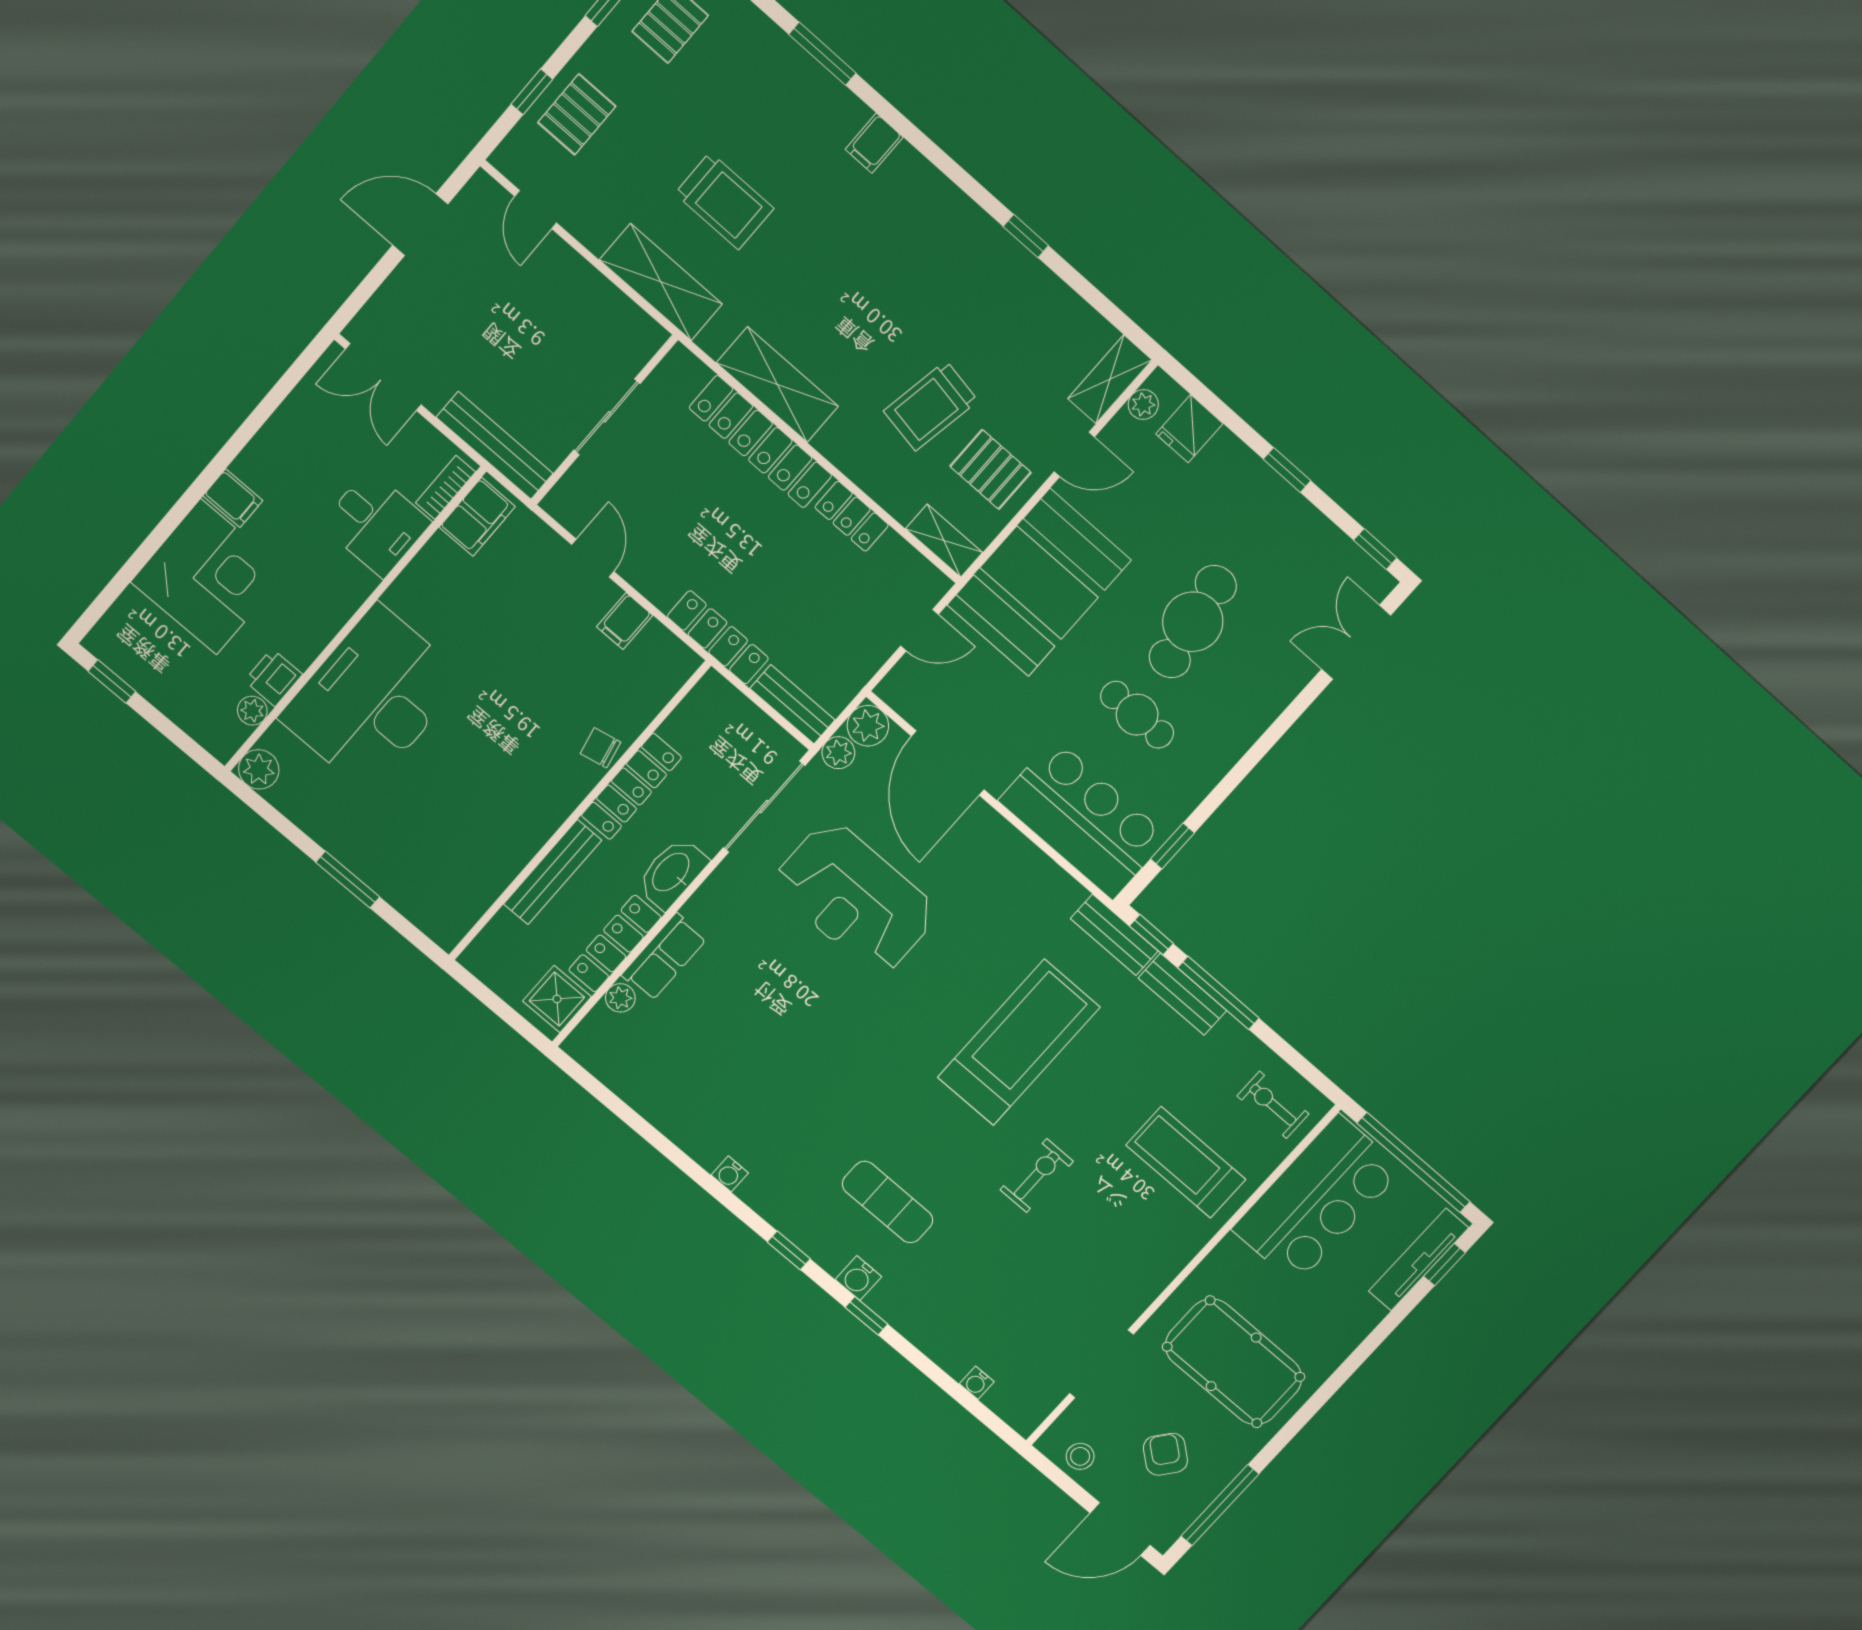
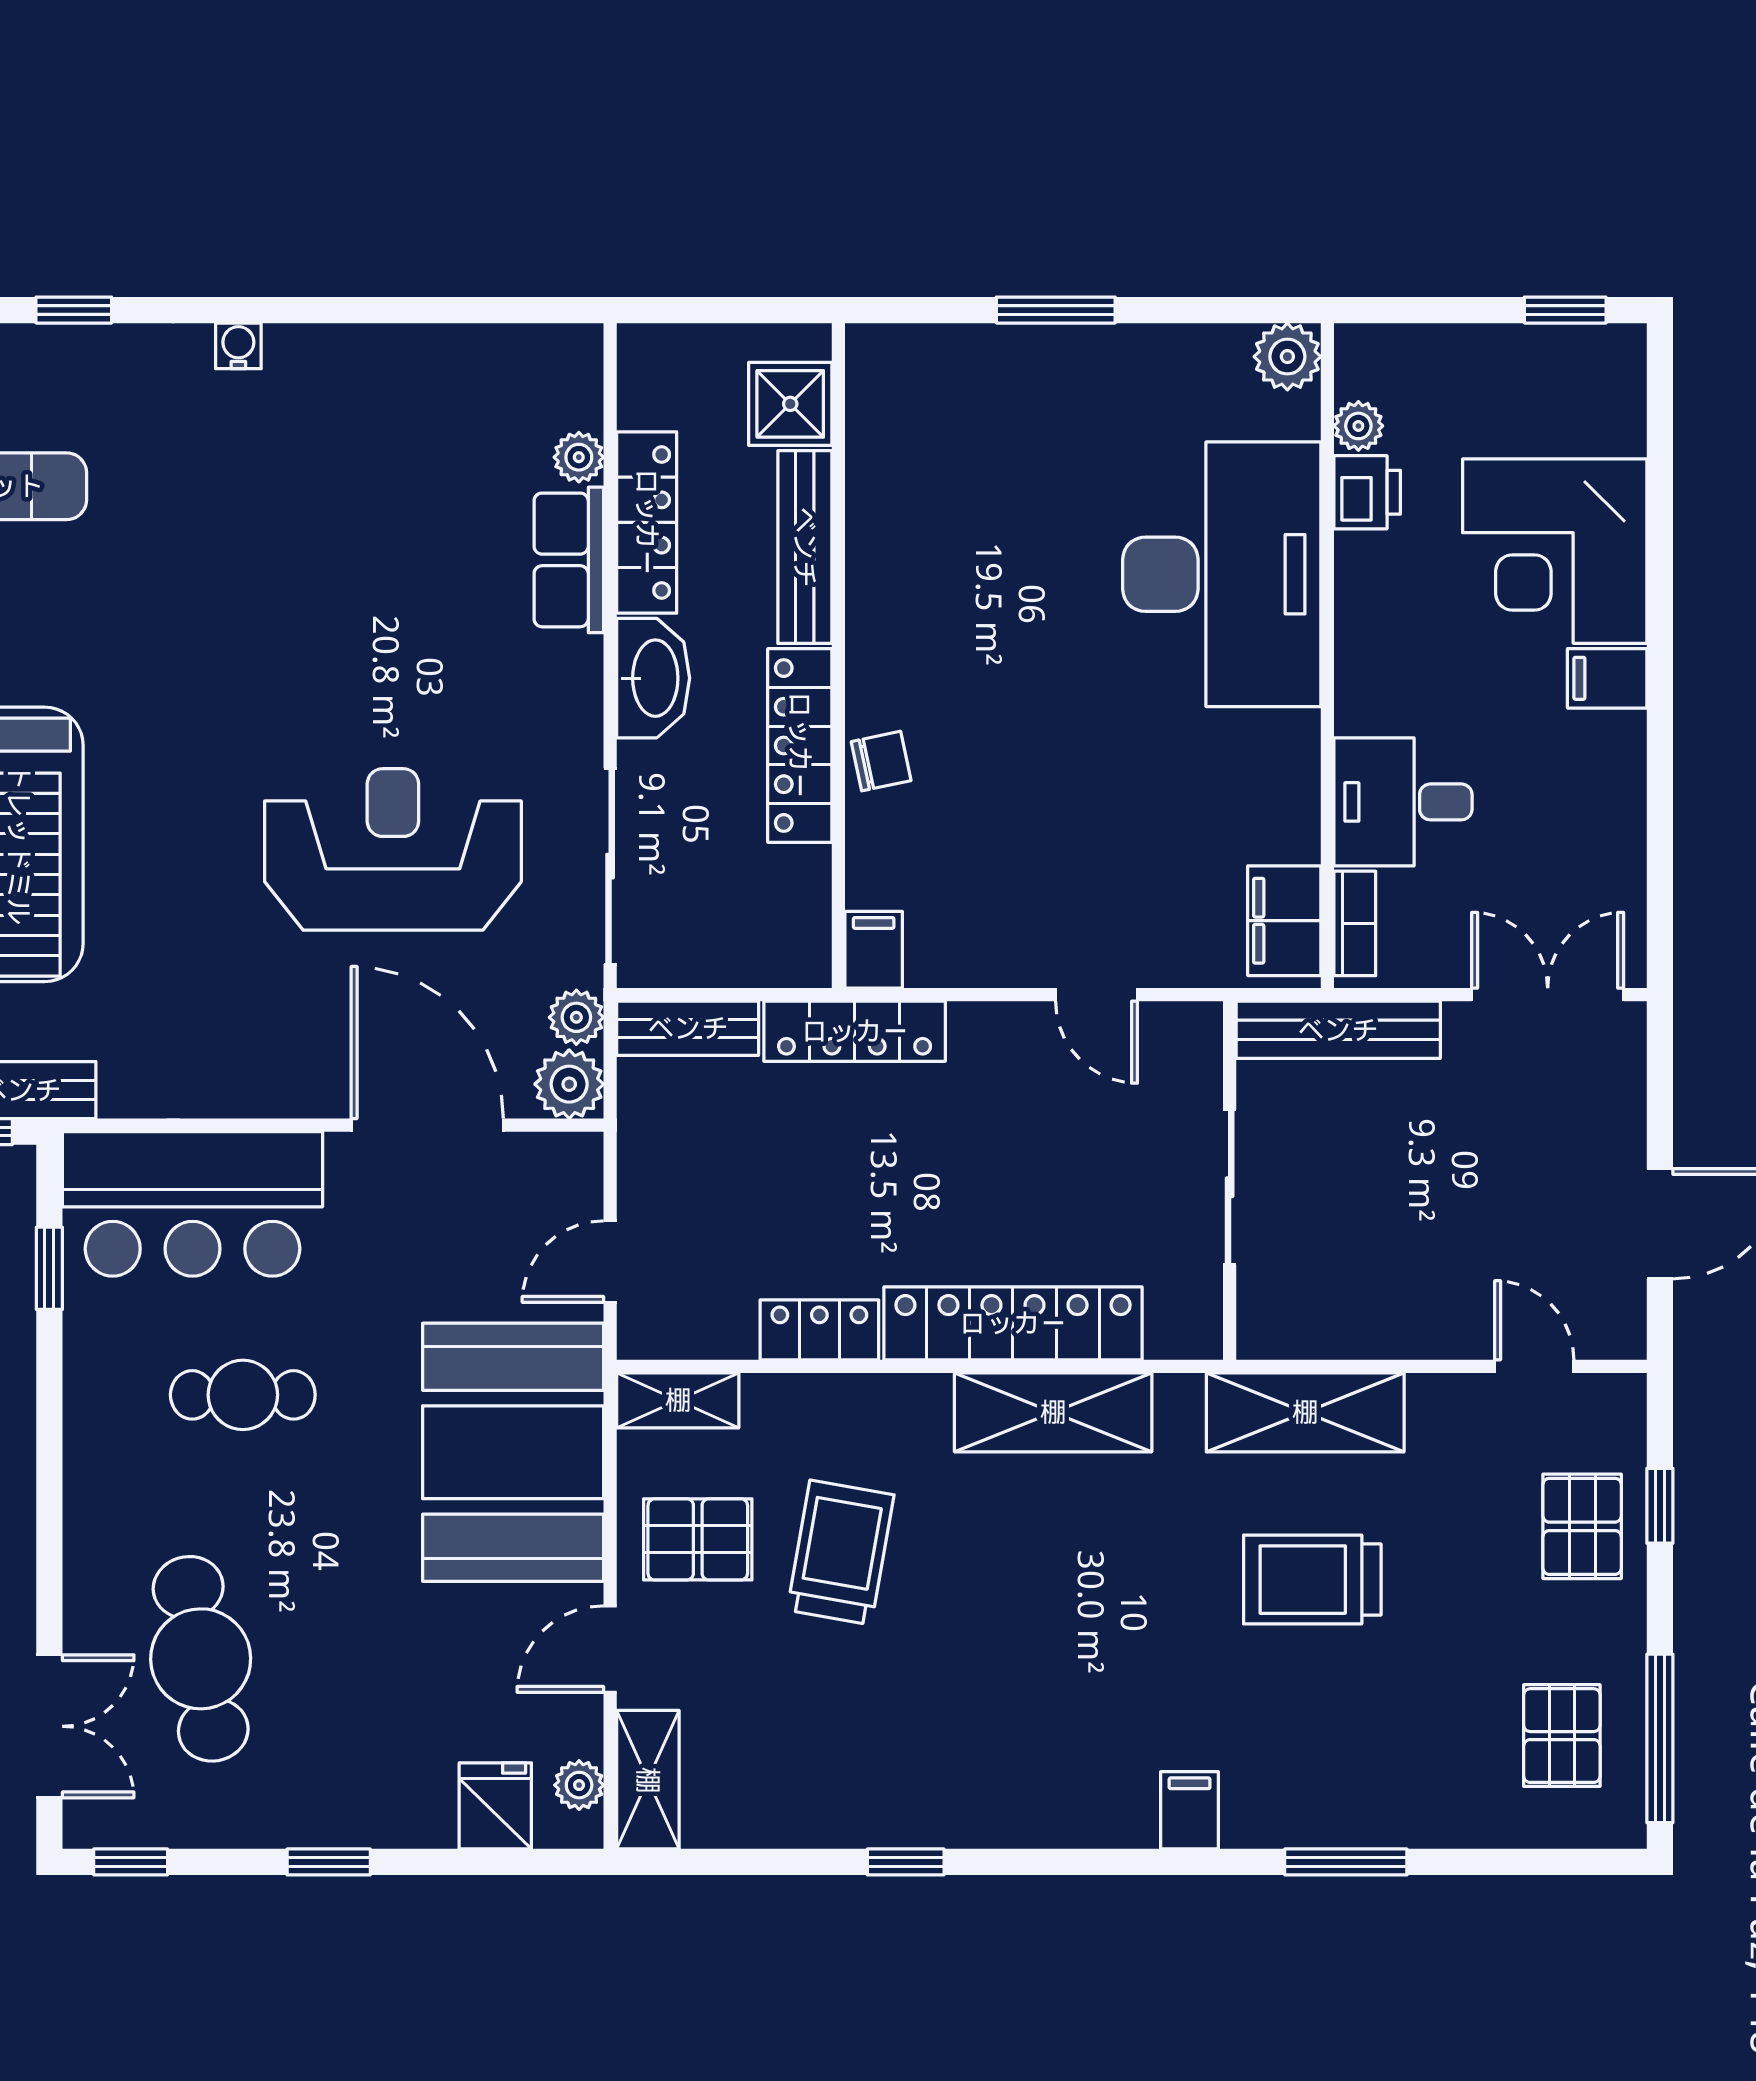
filing cabinet: (625, 621) -> (874, 950), moved
cafe table: (1193, 622) -> (201, 1659), moved
shower: (557, 999) -> (790, 404), moved

